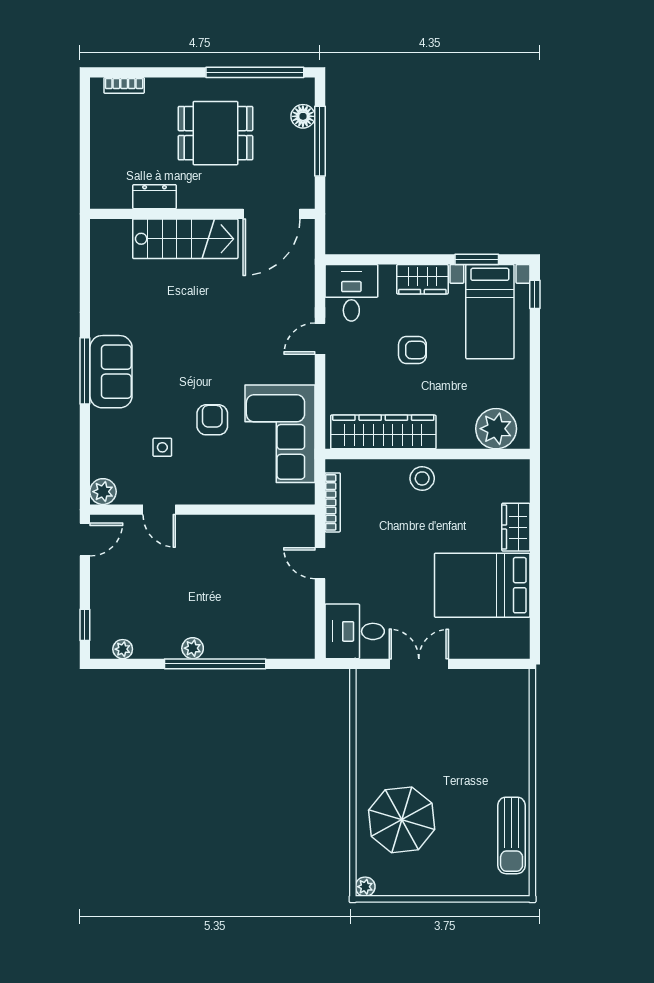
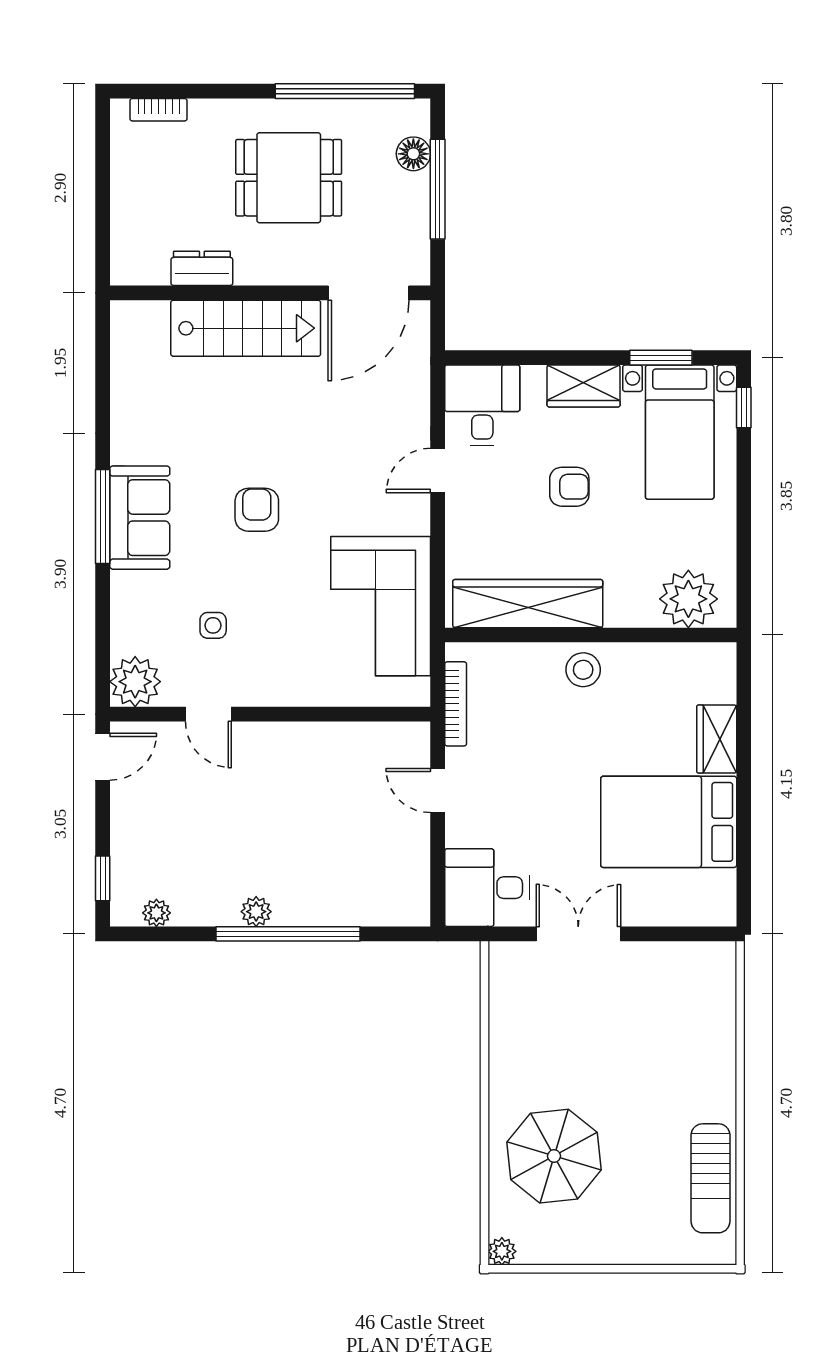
armchair: (212, 420) -> (257, 510), moved
plant: (103, 492) -> (135, 682), width x1.36, depth x1.36

